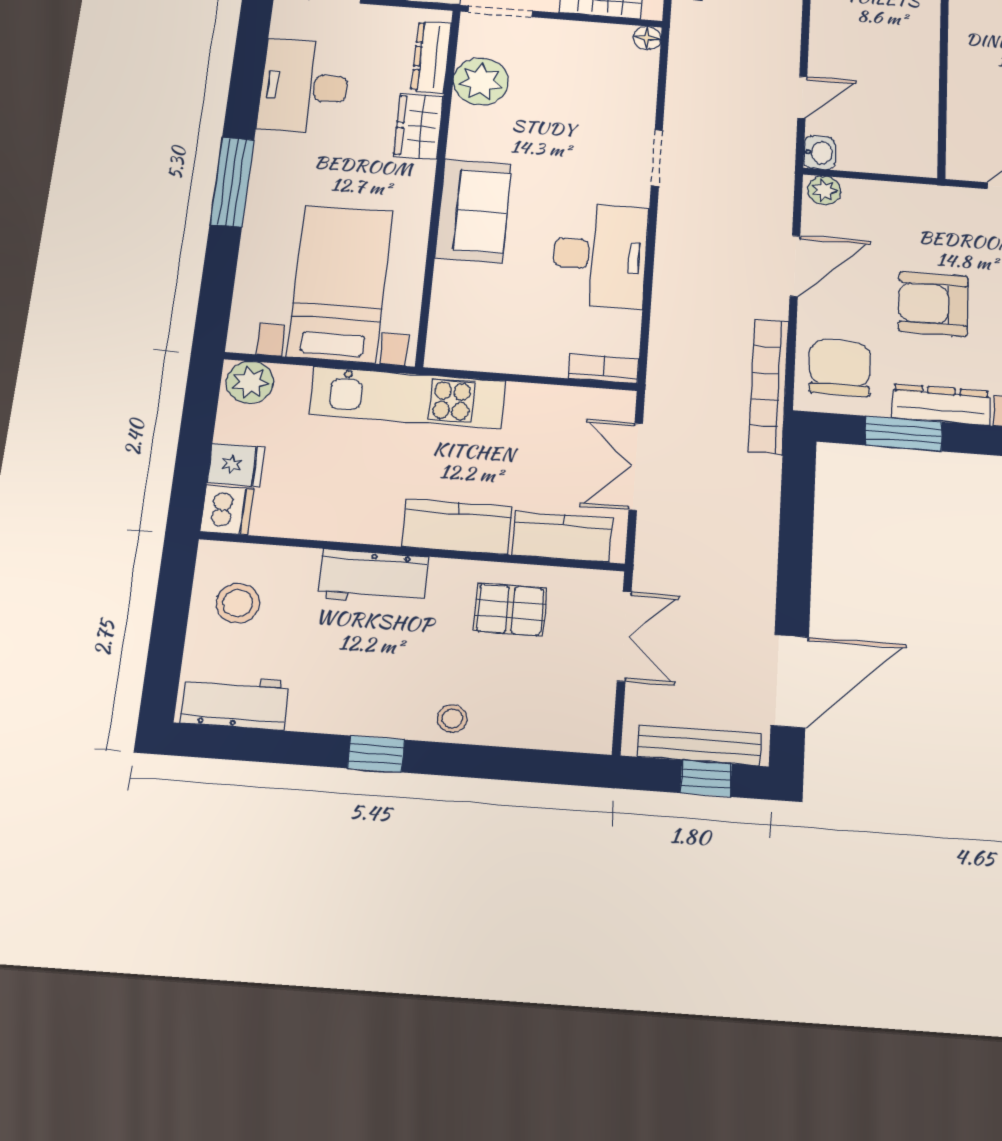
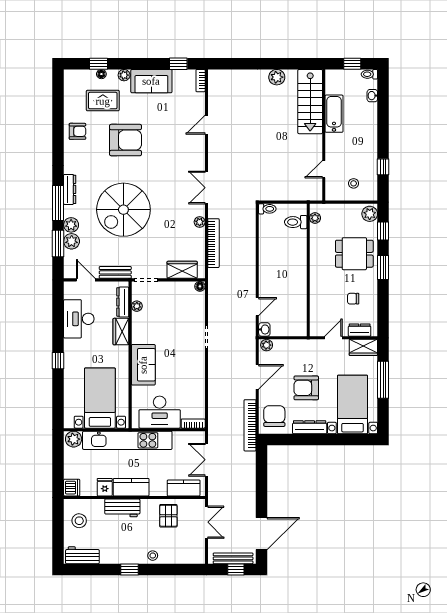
plant: (481, 81) -> (137, 306), width x0.53, depth x0.53
window: (232, 182) -> (58, 361), width x0.46
desk: (600, 255) -> (160, 412), moved, turned 90
kitchen unit: (407, 397) -> (127, 440), width x1.36
window: (904, 434) -> (297, 440), removed
fridge: (236, 465) -> (105, 487), moved, turned -90
kitchen counter: (457, 527) -> (131, 487), moved
pallet: (510, 610) -> (168, 516), turned 90

